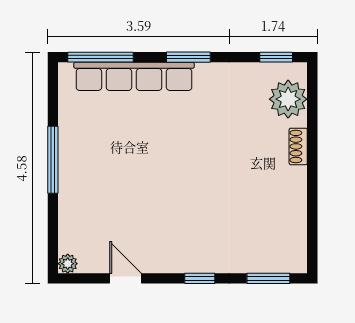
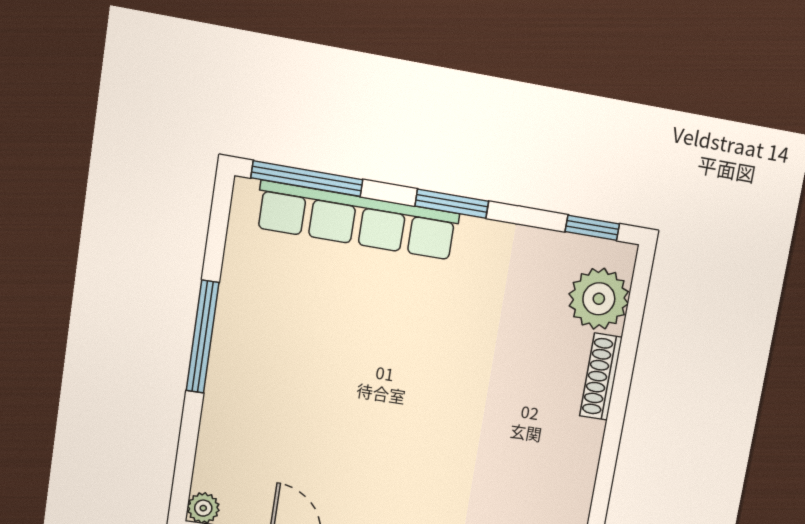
shoe rack: (298, 146) -> (601, 377), width x1.43

